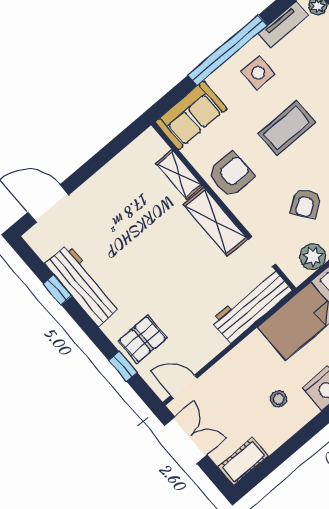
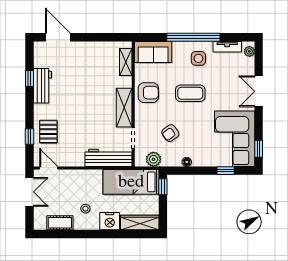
shelving: (179, 175) -> (126, 62), moved
workbench: (83, 285) -> (43, 86), width x0.73
pallet: (142, 339) -> (48, 132), turned 90
cot: (243, 462) -> (60, 223), moved

